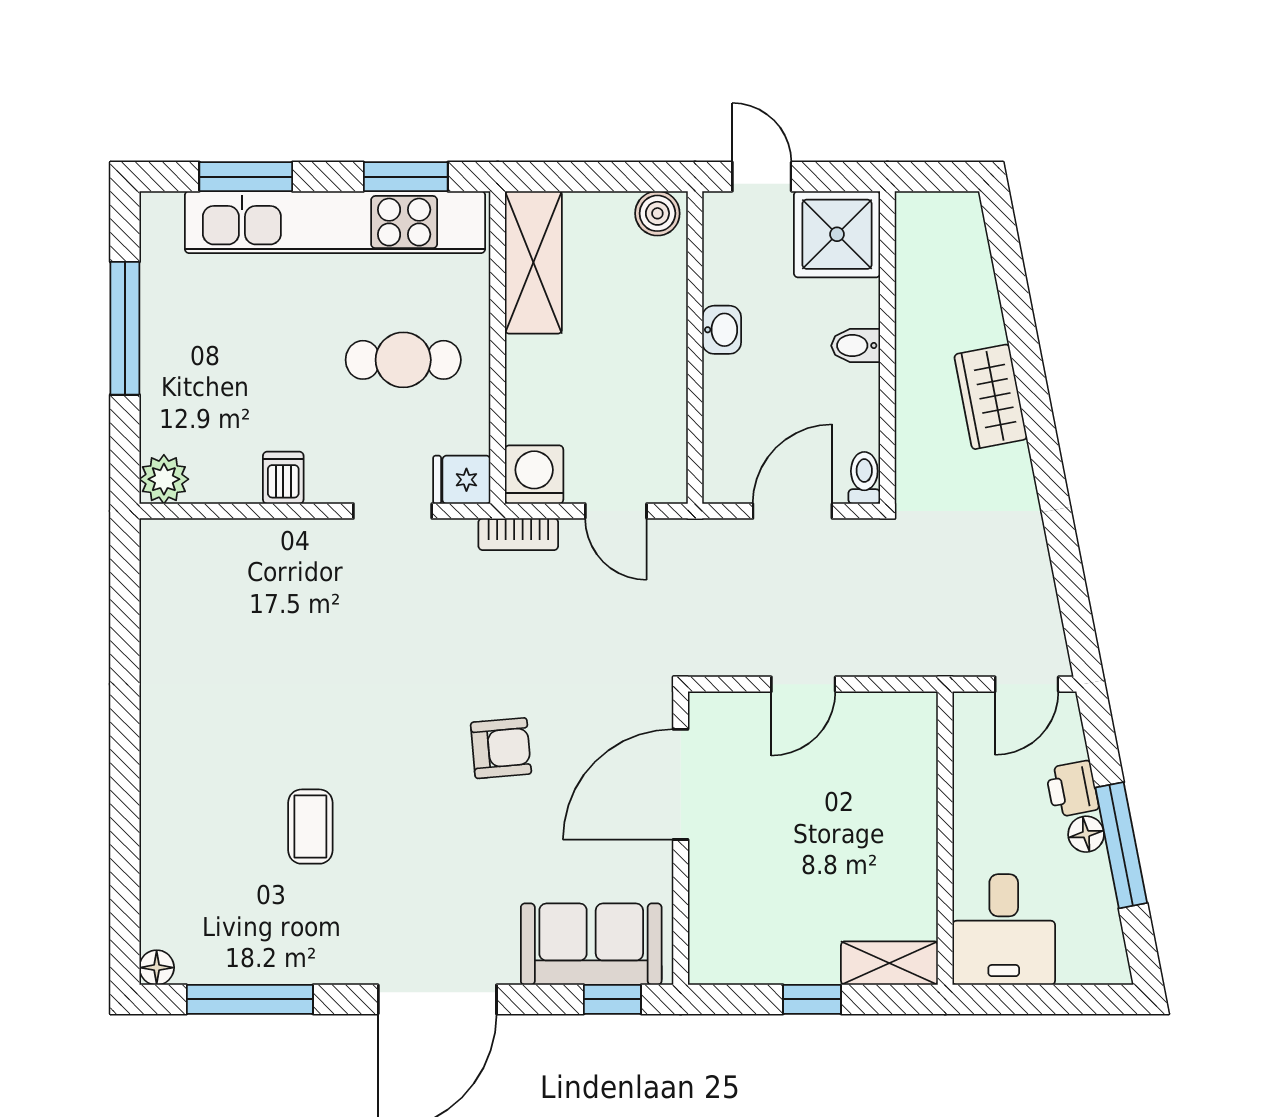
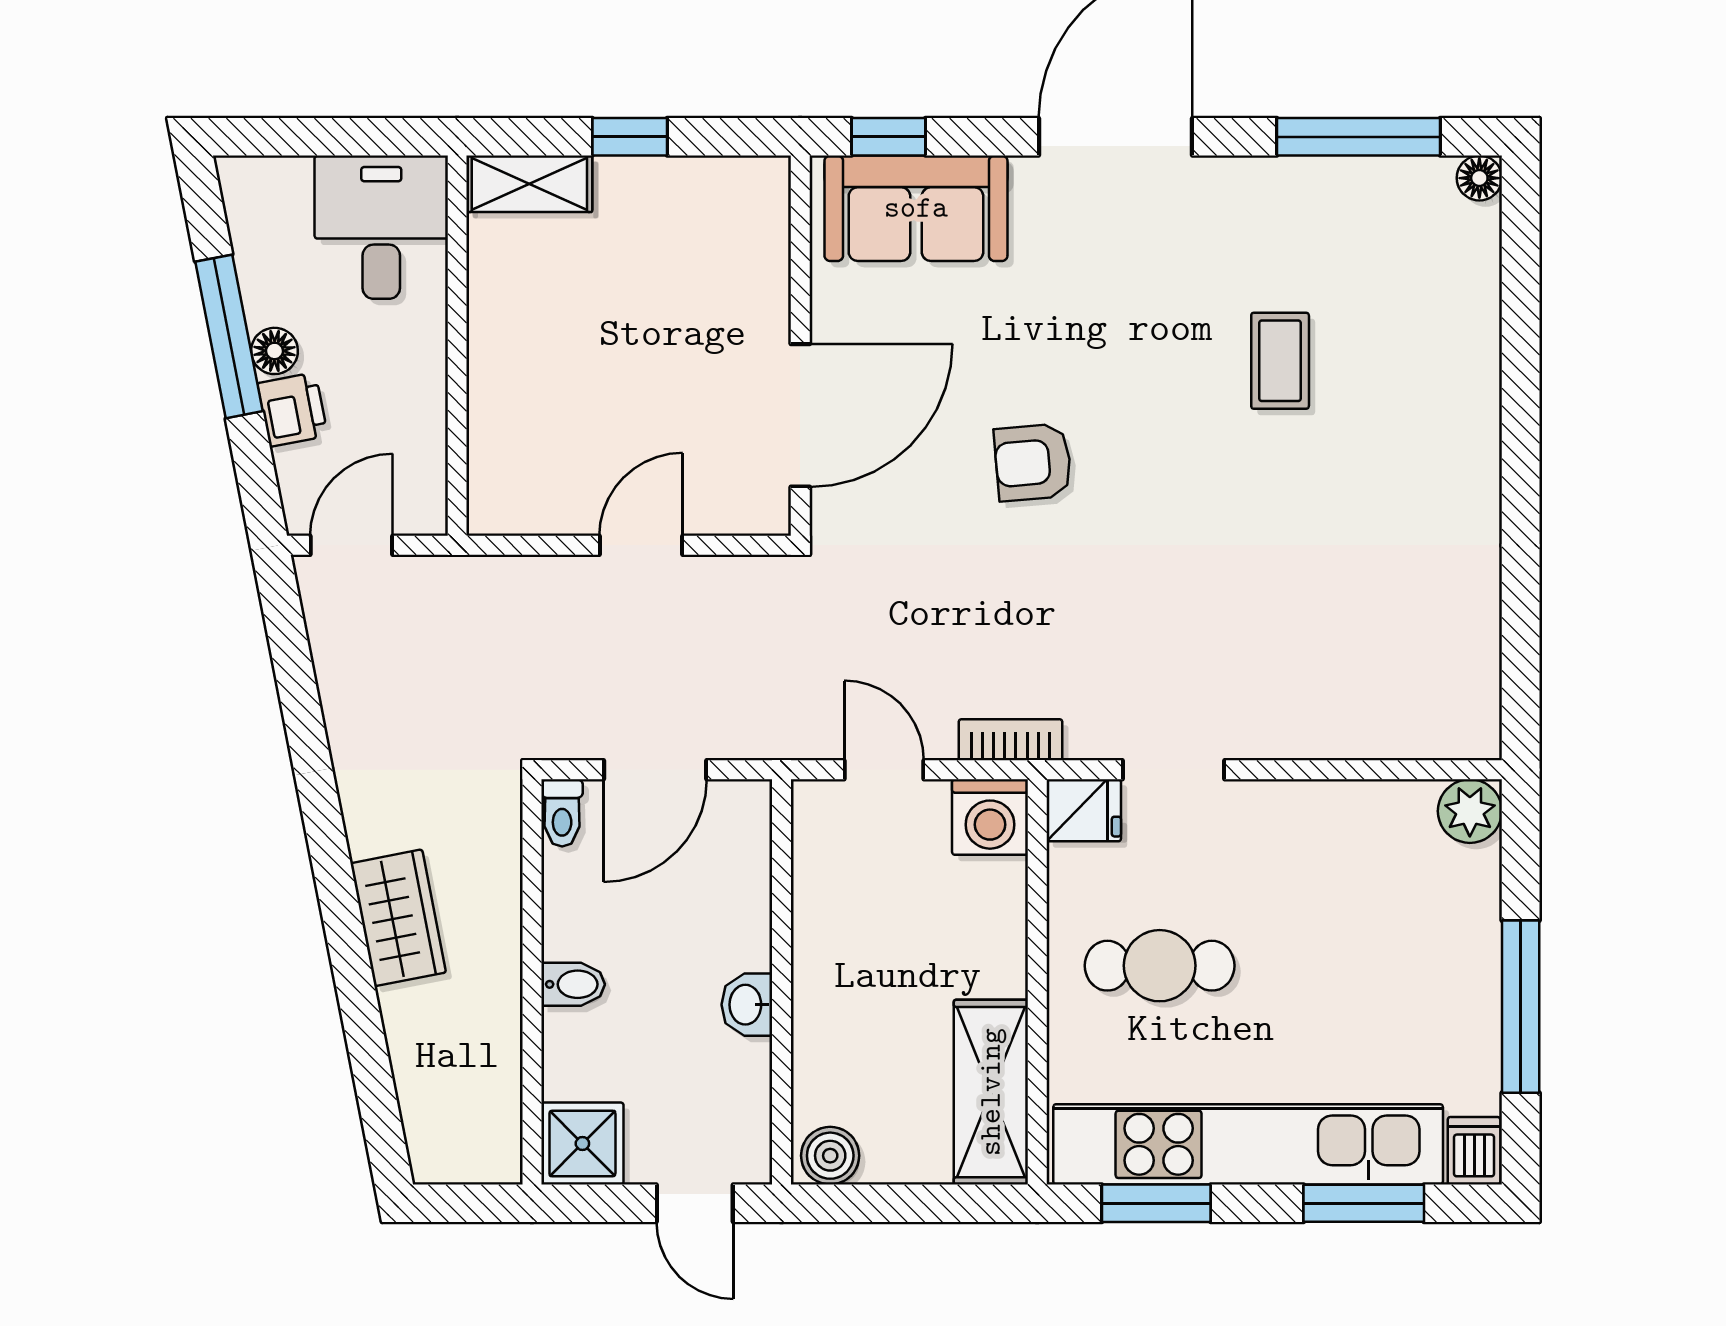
shower: (837, 234) -> (582, 1144), width x0.73, depth x0.73
dishwasher: (283, 478) -> (1474, 1151), moved, turned 180

